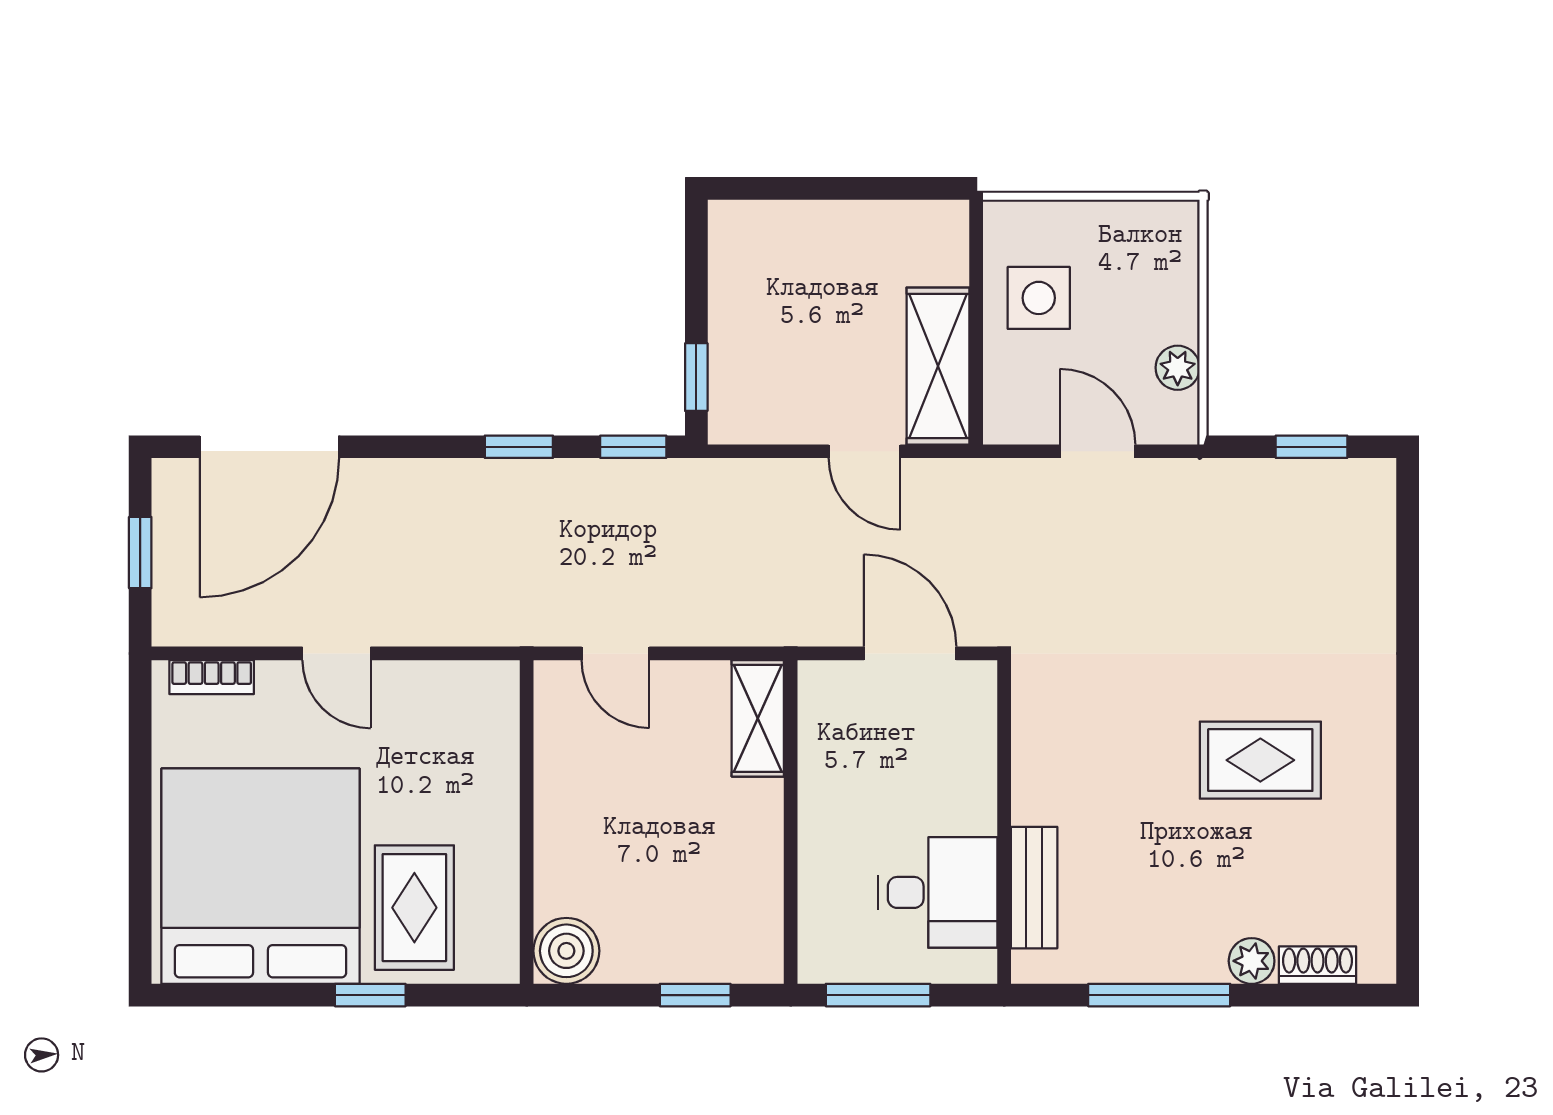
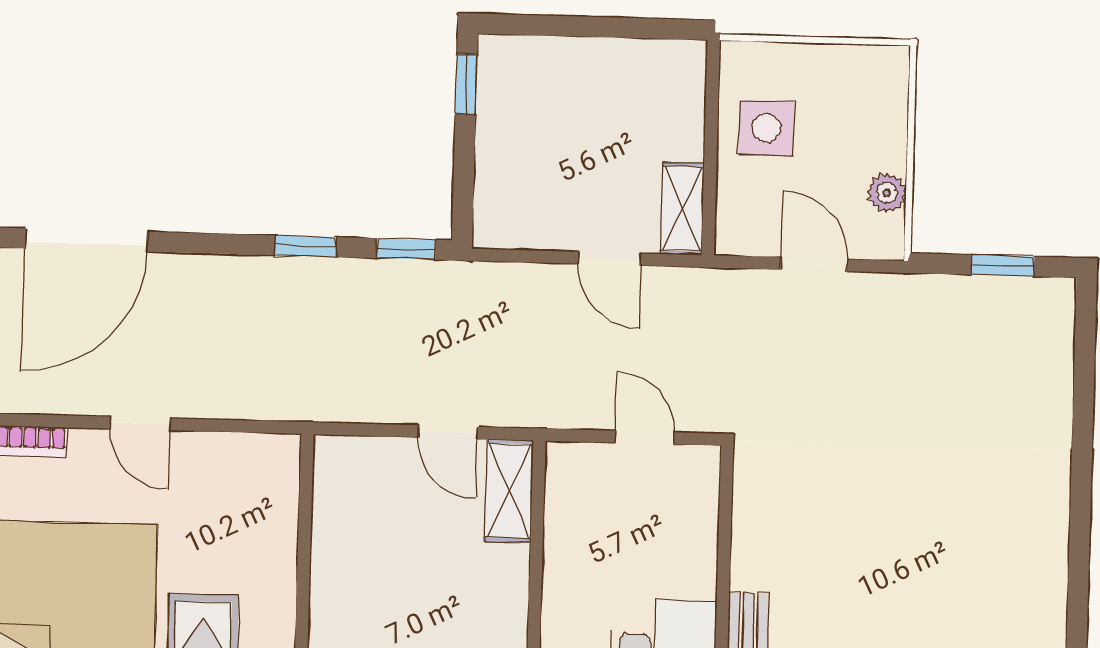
shelving: (938, 366) -> (682, 209), width x0.67, depth x0.75
window: (696, 377) -> (466, 84), moved
door: (615, 653) -> (448, 432), moved
door: (910, 653) -> (645, 438), width x0.73
rug: (1260, 760) -> (950, 540), removed

